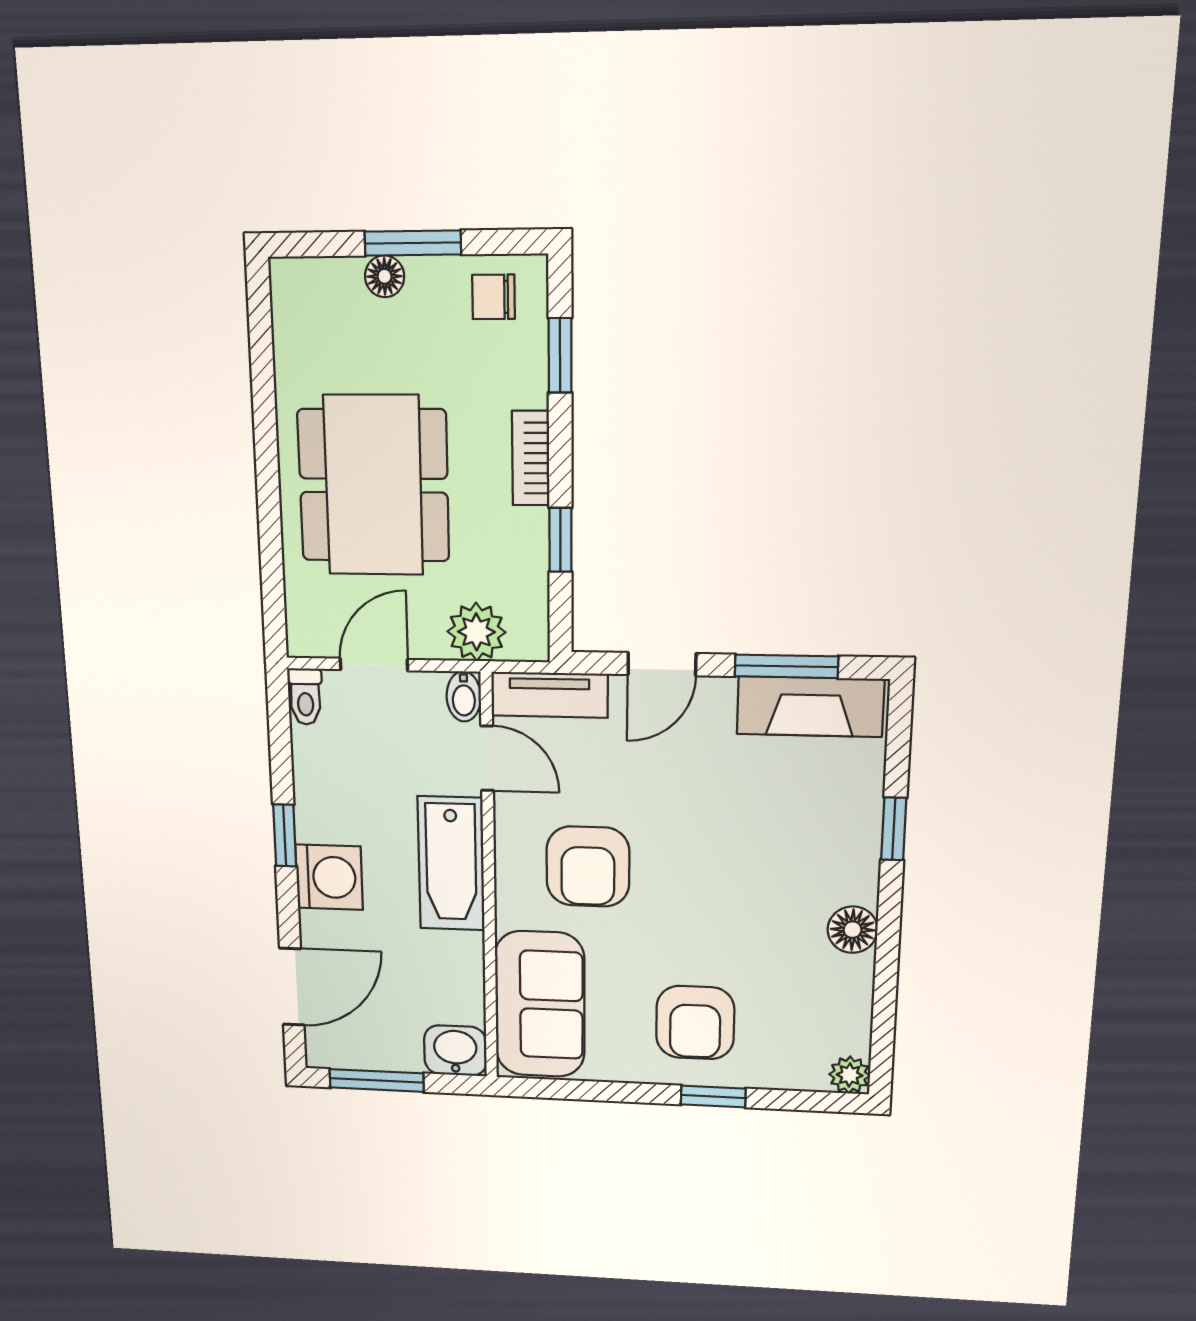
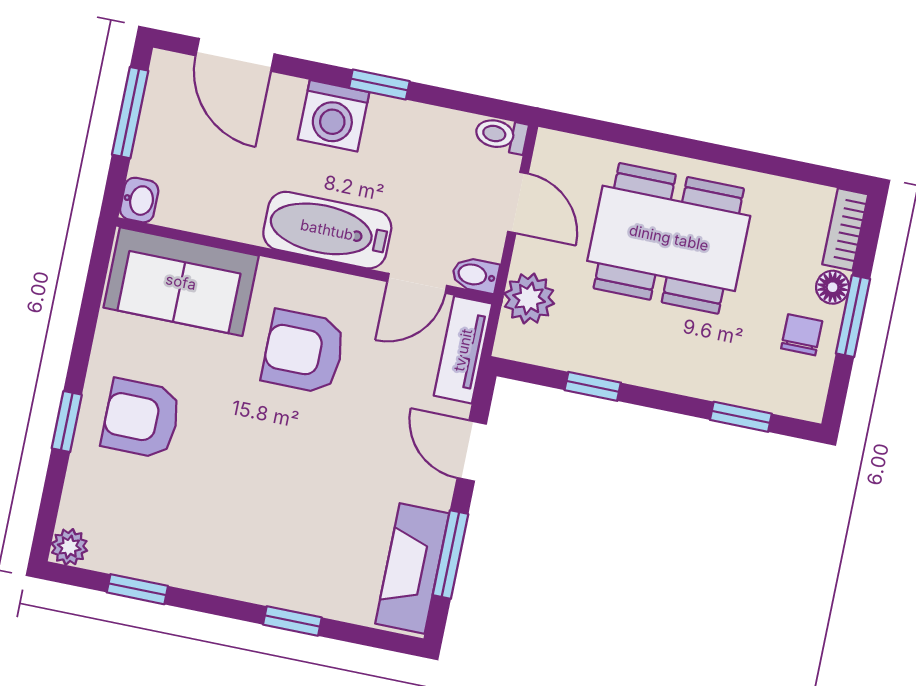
chair: (494, 297) -> (802, 335), moved
bookcase: (531, 458) -> (845, 229), moved, turned -90
floor lamp: (853, 930) -> (207, 572), removed
window: (885, 999) -> (137, 589), added
washbasin: (455, 1051) -> (139, 200), width x0.72, depth x0.69

